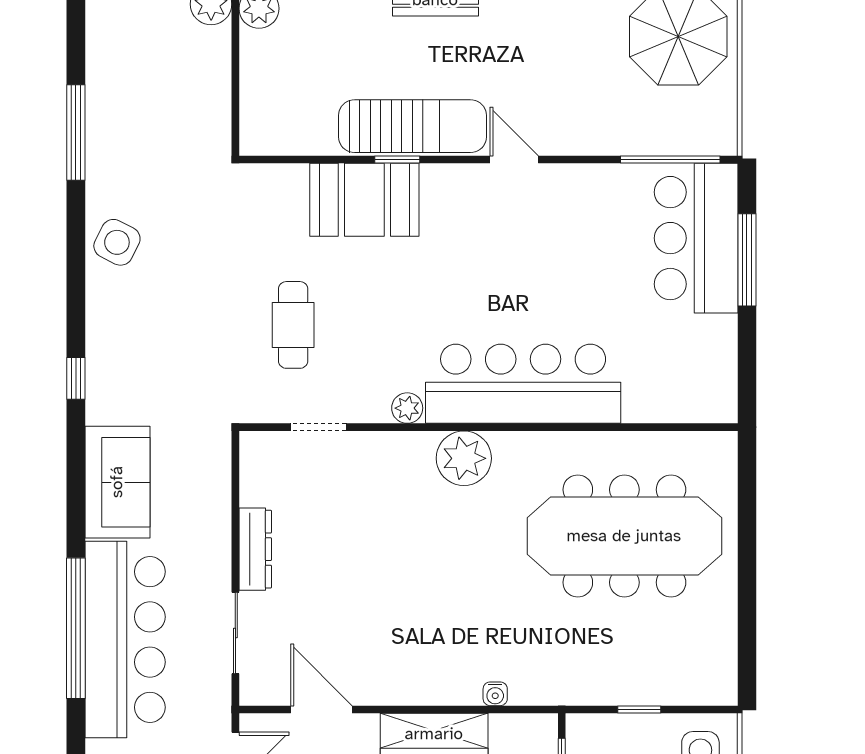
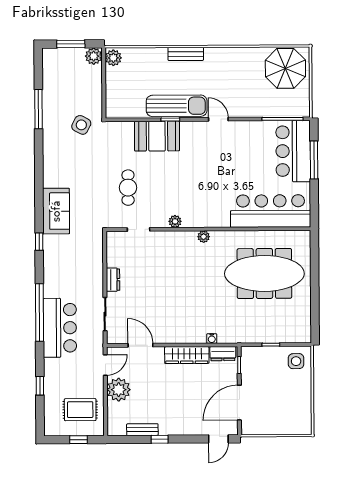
side table: (117, 242) -> (81, 125), moved
window: (76, 378) -> (39, 242), moved
bar counter: (523, 384) -> (271, 211), moved
plant: (464, 458) -> (204, 237), width x0.53, depth x0.53
sofa: (117, 482) -> (56, 211), moved
dresser: (255, 549) -> (113, 280), width x0.70
bar counter: (125, 639) -> (60, 328), width x0.73
dresser: (522, 731) -> (223, 354), added

